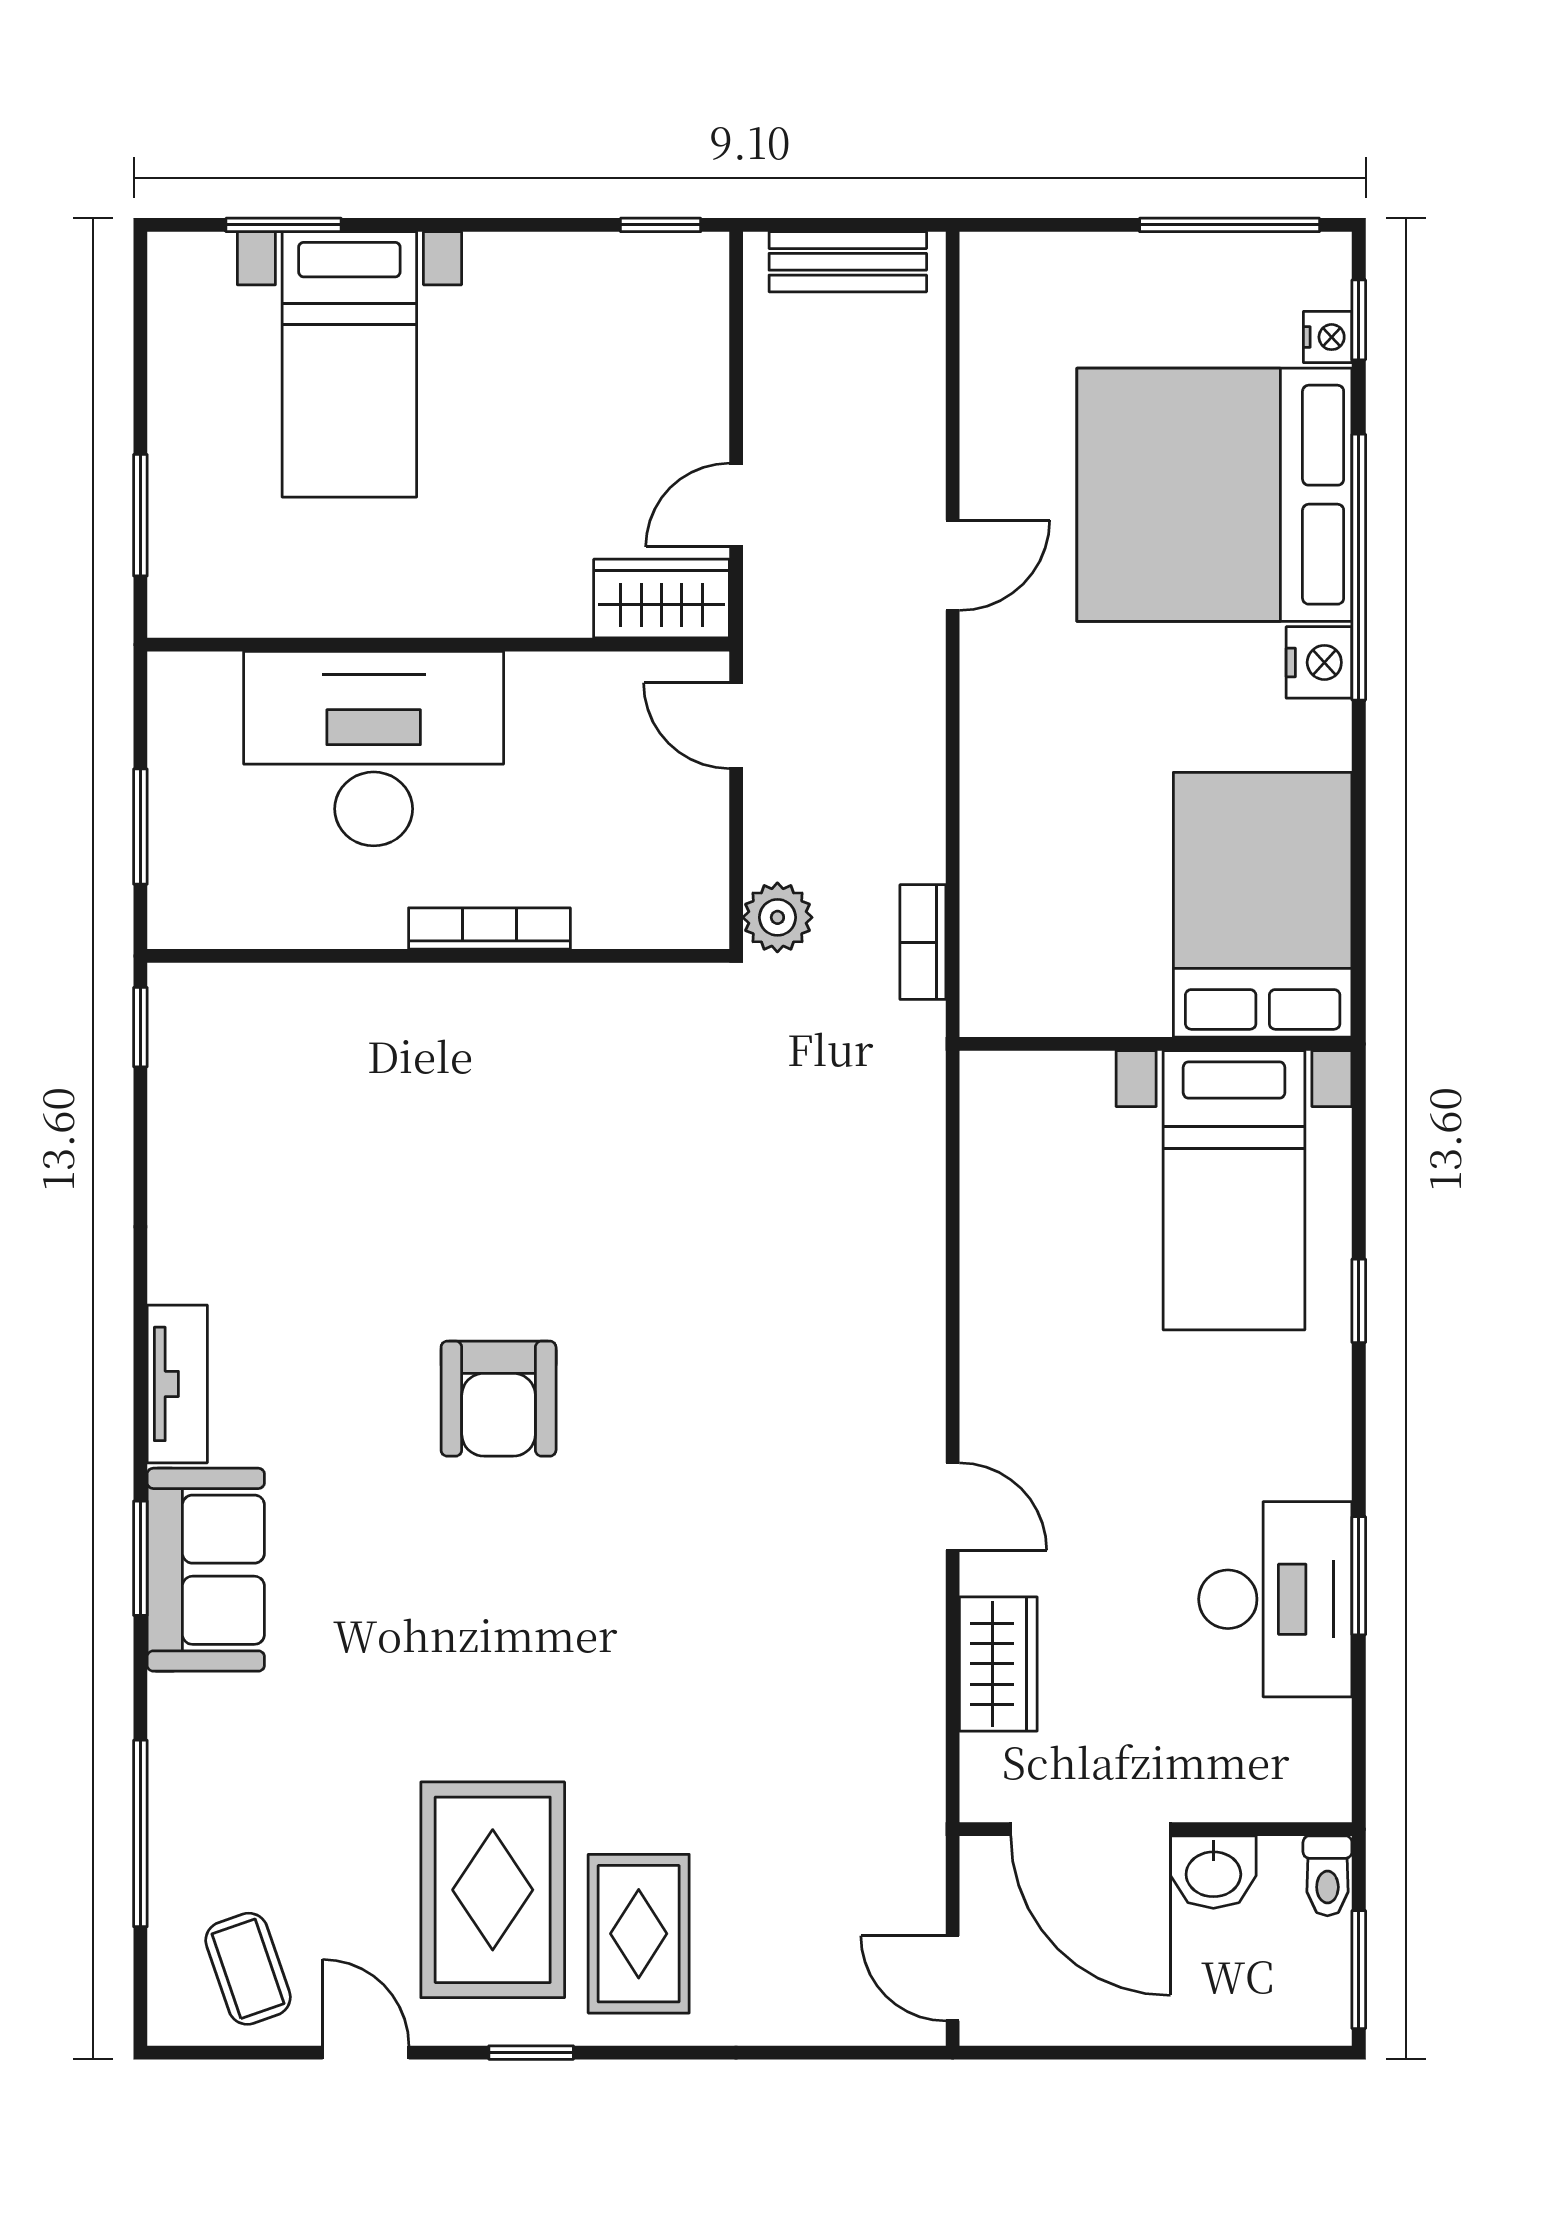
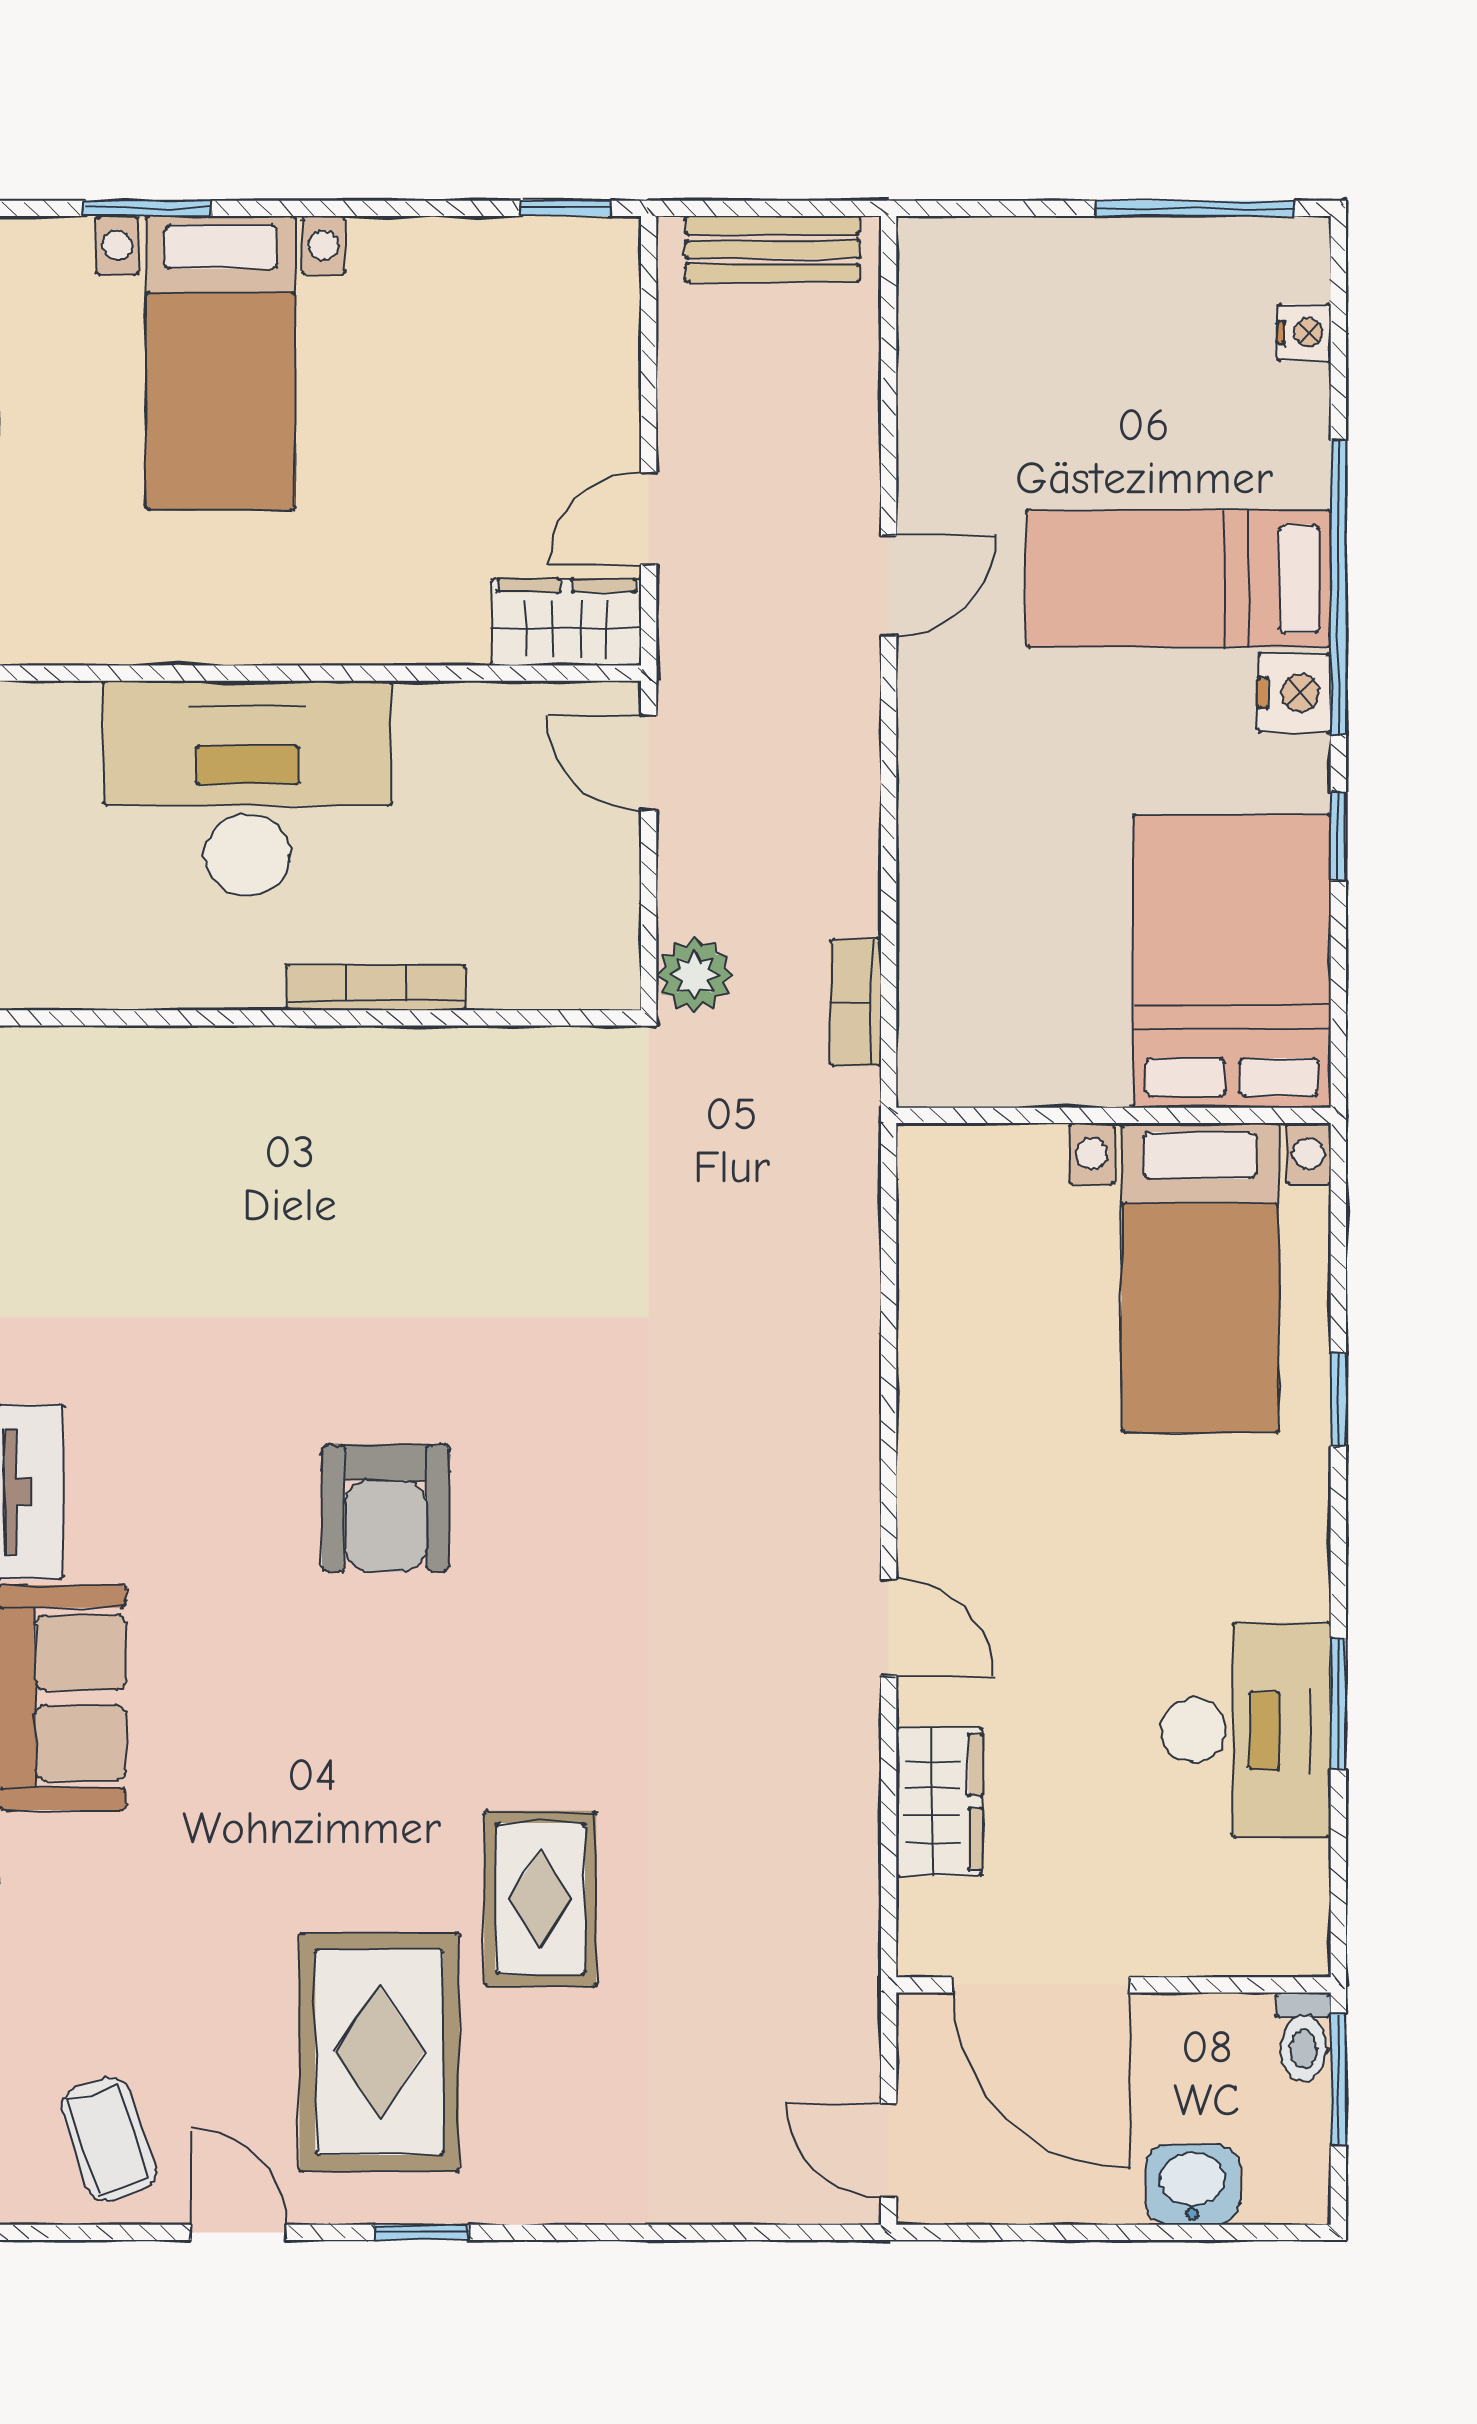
window: (1359, 320) -> (1338, 836), moved
bed: (1214, 495) -> (1178, 579), width x0.49
washbasin: (1213, 1872) -> (1192, 2185), moved, turned 180
rug: (639, 1934) -> (540, 1899), moved
window: (1359, 1970) -> (1338, 2079), moved

